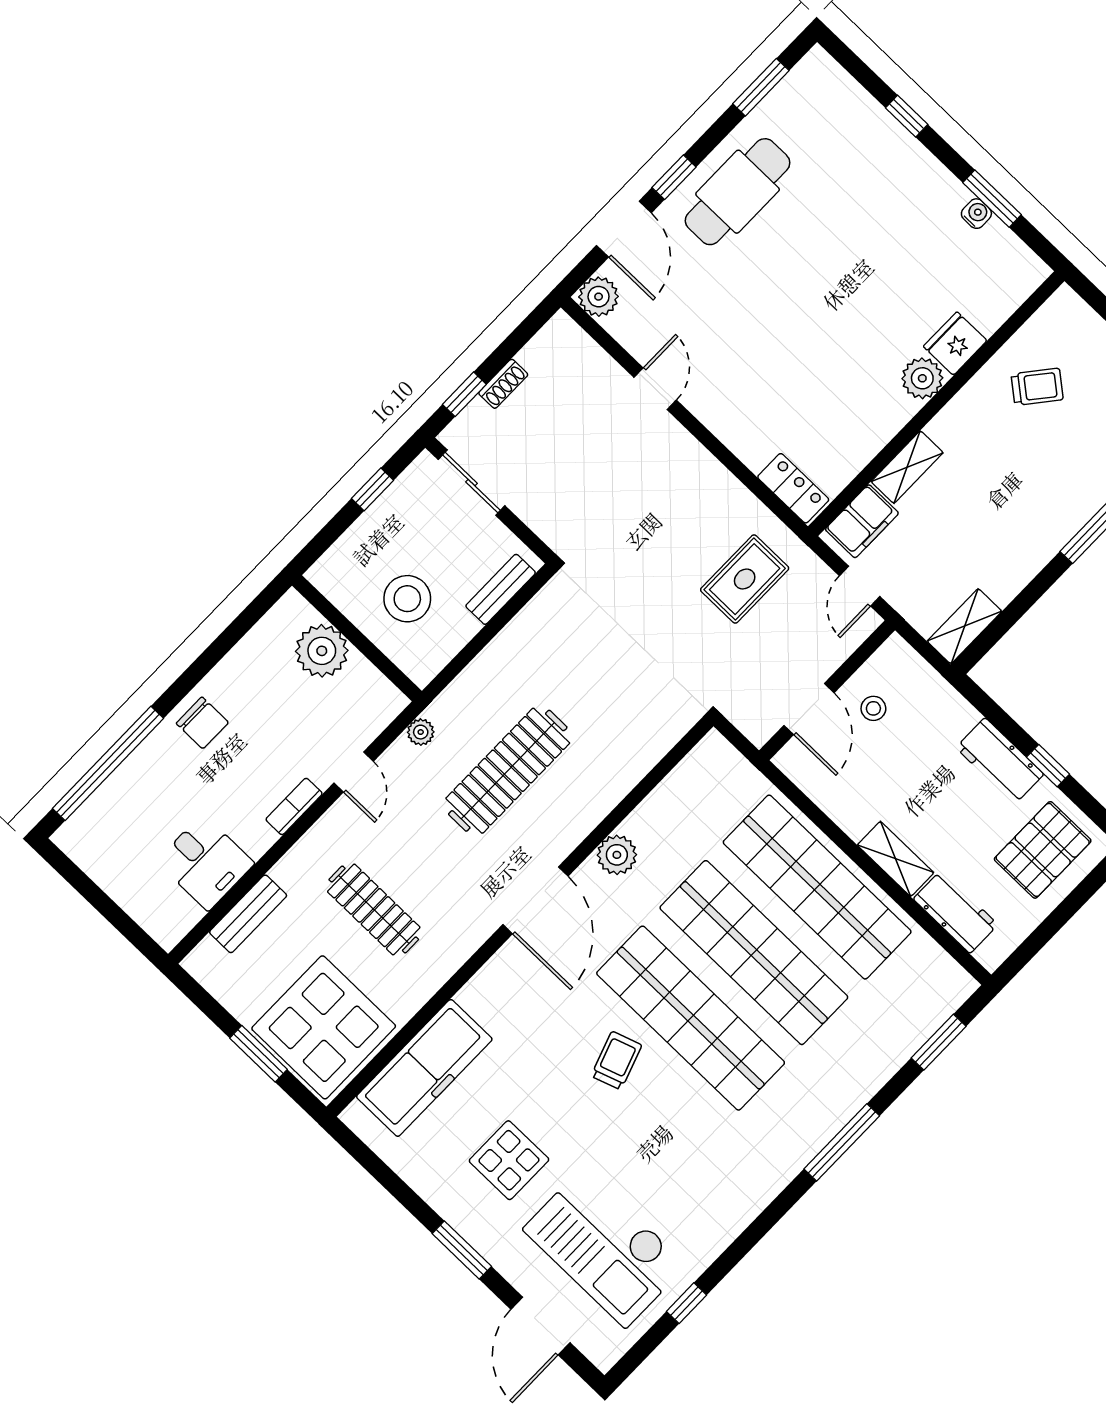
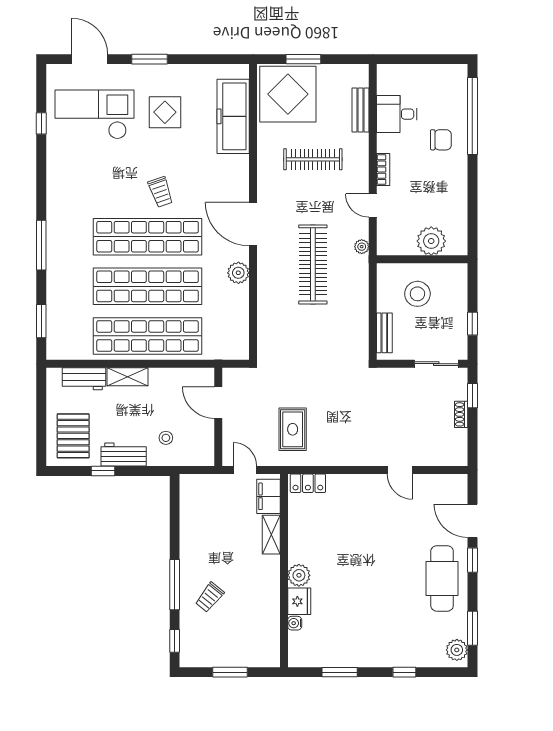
water cooler: (976, 214) -> (295, 623), moved, turned 90
plant: (599, 297) -> (457, 650), moved
trolley: (1037, 387) -> (210, 597), moved
shelving: (964, 626) -> (189, 494), removed
stool: (873, 708) -> (166, 438), moved
chair: (202, 723) -> (441, 140), moved, turned 180

